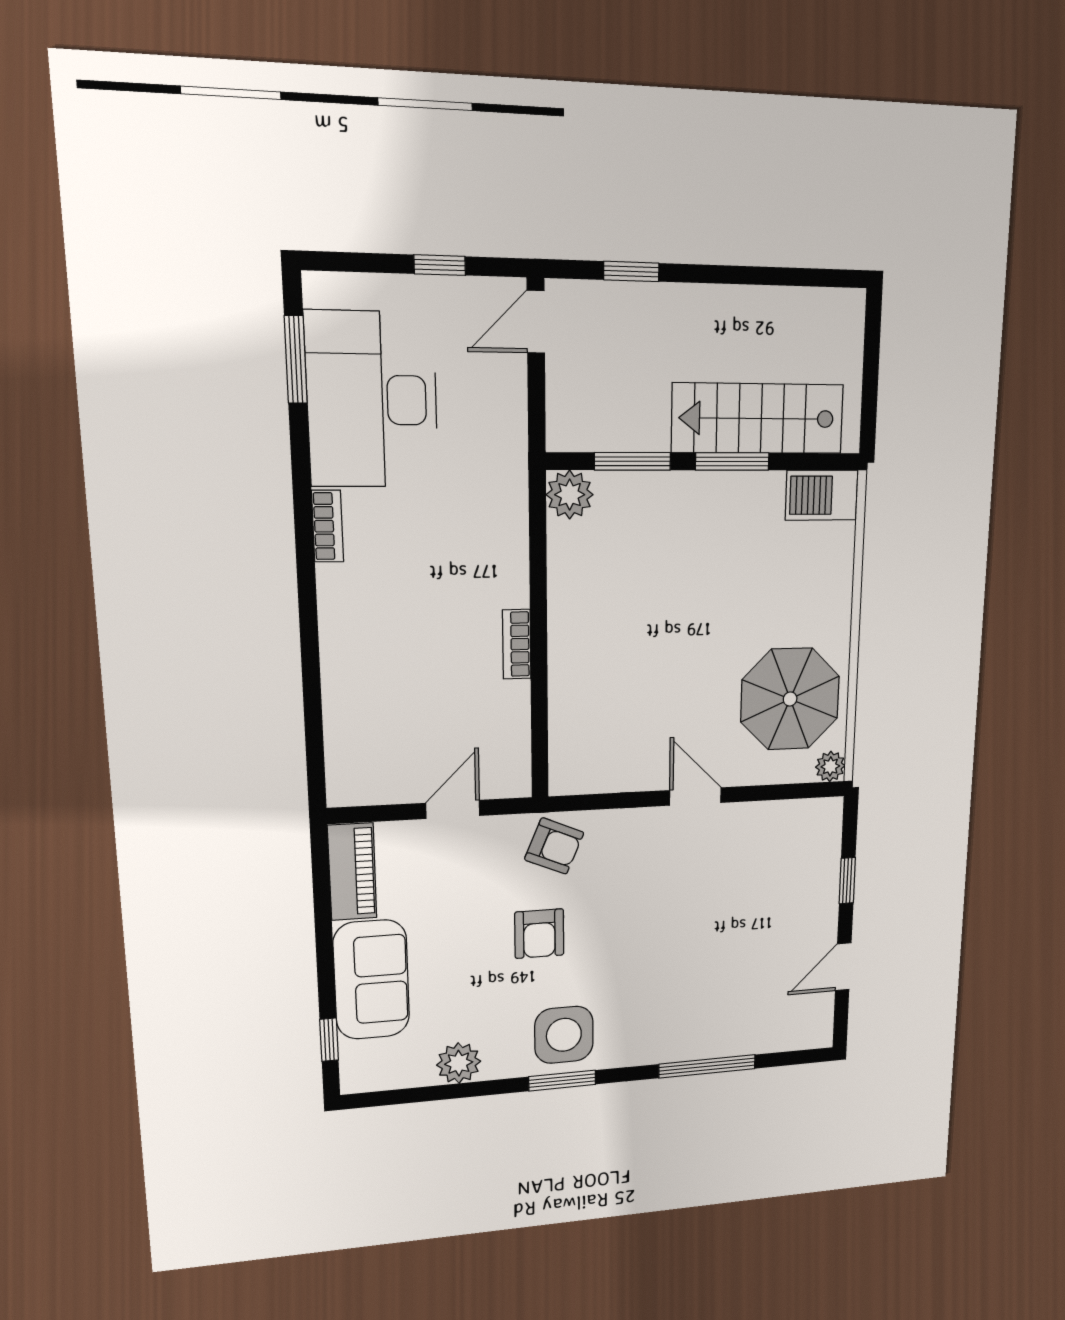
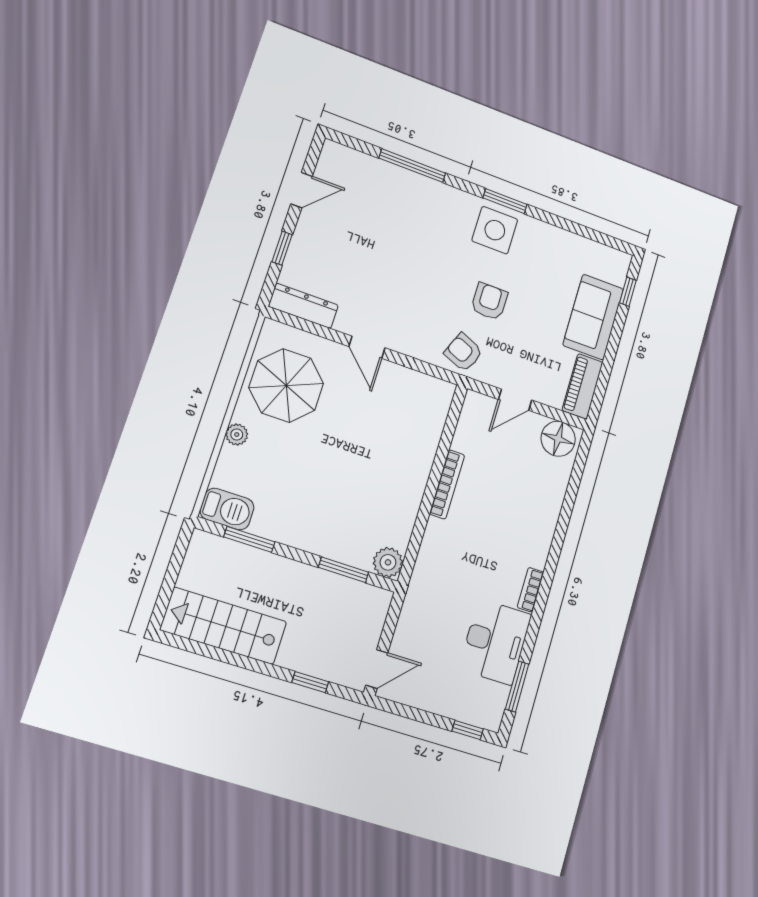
window: (440, 265) -> (468, 730), moved
desk: (372, 400) -> (495, 642), width x0.73, depth x0.77
stairs: (758, 418) -> (224, 626), moved, turned 180
window: (732, 461) -> (249, 539), moved
bookcase: (517, 644) -> (447, 484), width x1.56
plant: (830, 766) -> (237, 435), moved
floor lamp: (364, 778) -> (558, 439), added
dresser: (798, 817) -> (303, 306), added
plant: (459, 1063) -> (562, 242), removed

